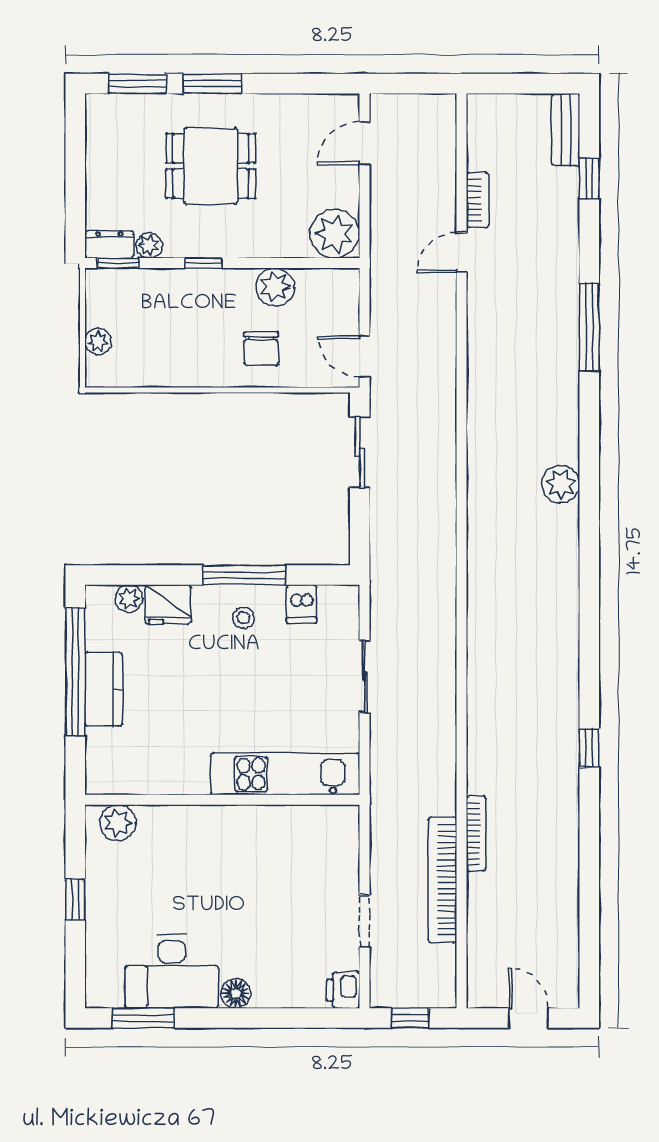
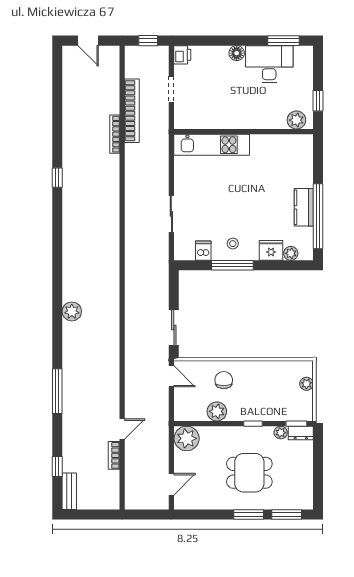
kitchen unit: (285, 774) -> (212, 145), moved
wall: (222, 800) -> (243, 132), moved
plant: (118, 823) -> (296, 120), moved

